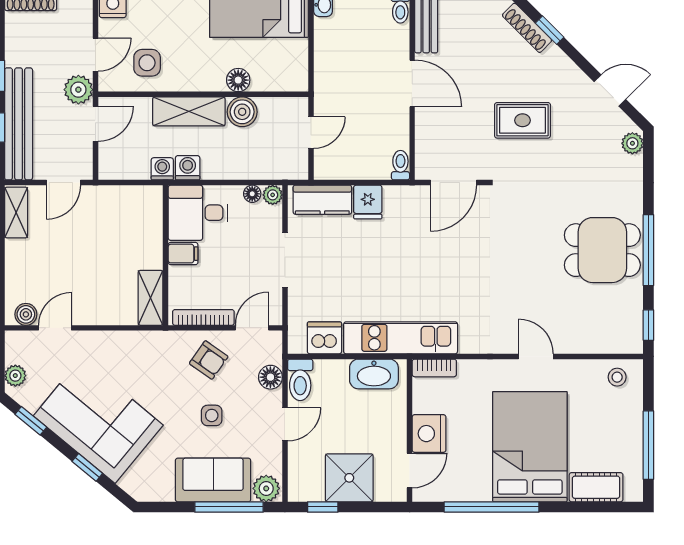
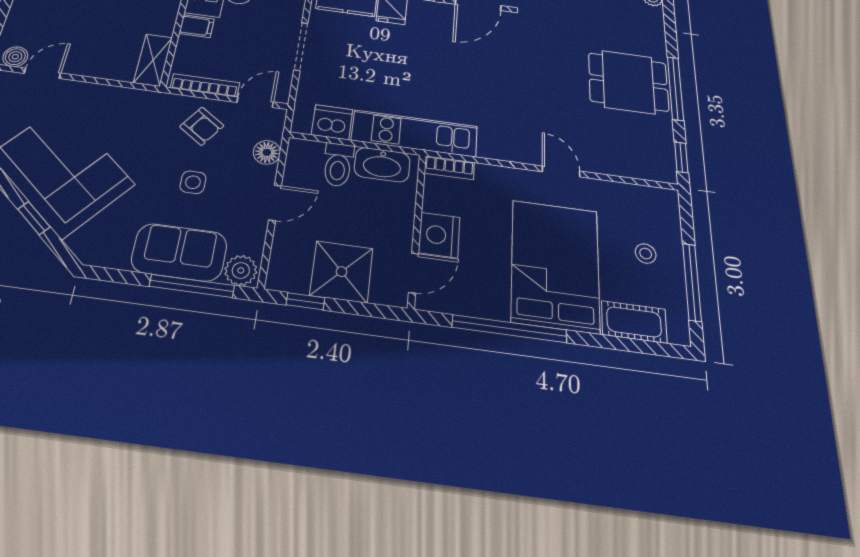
stool: (617, 377) -> (646, 254), moved
toilet: (300, 380) -> (338, 165), moved

